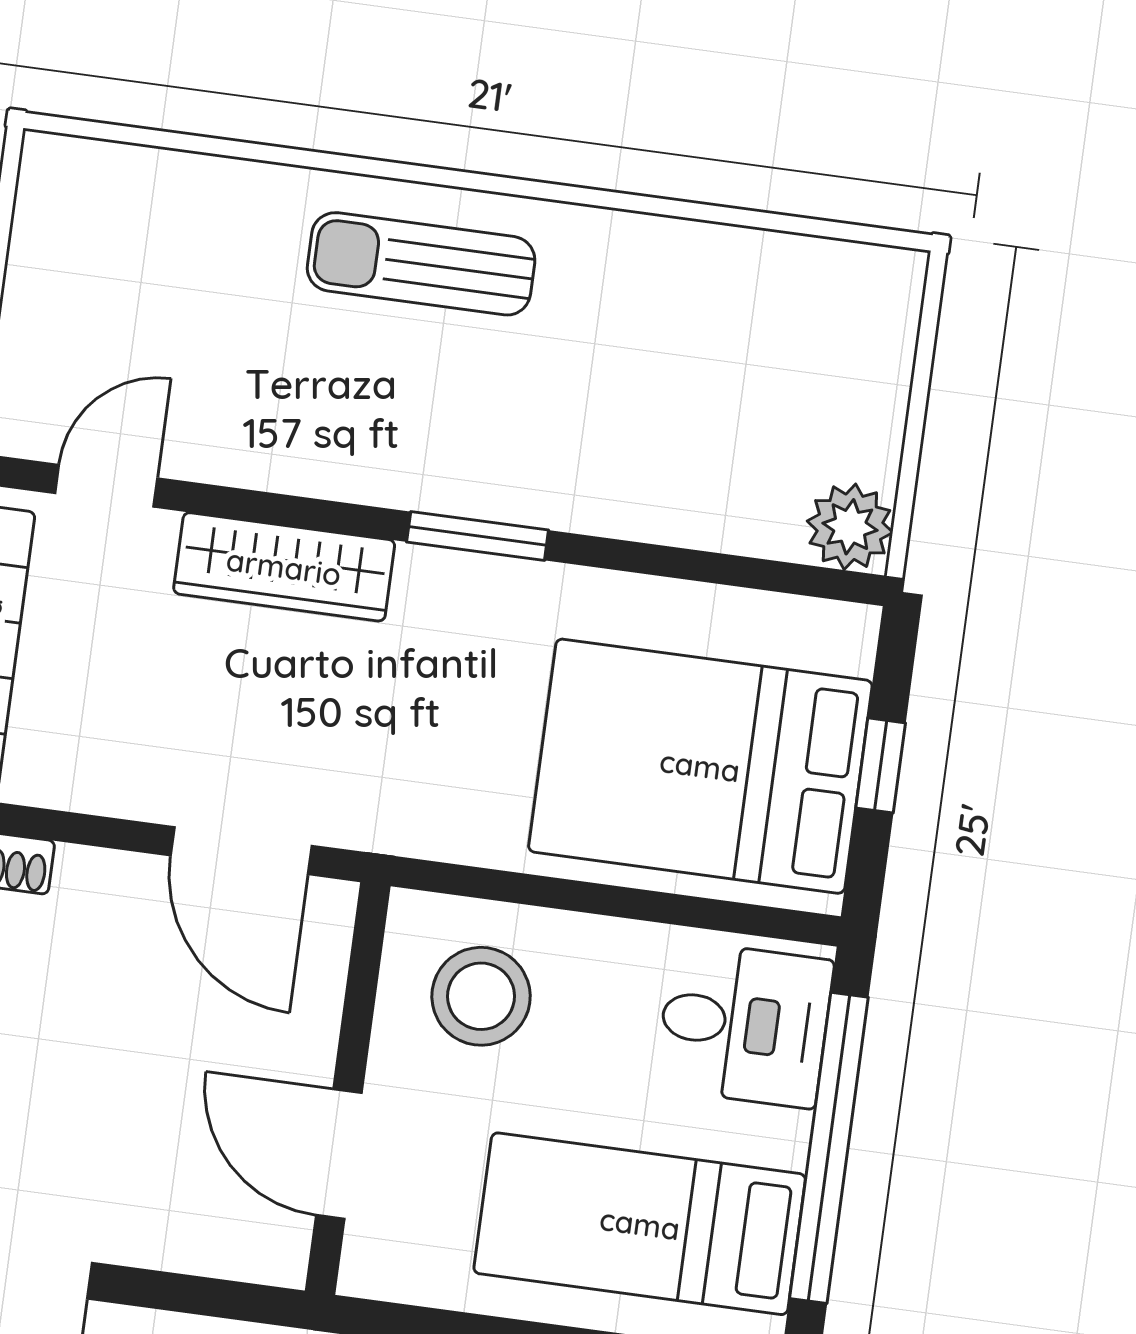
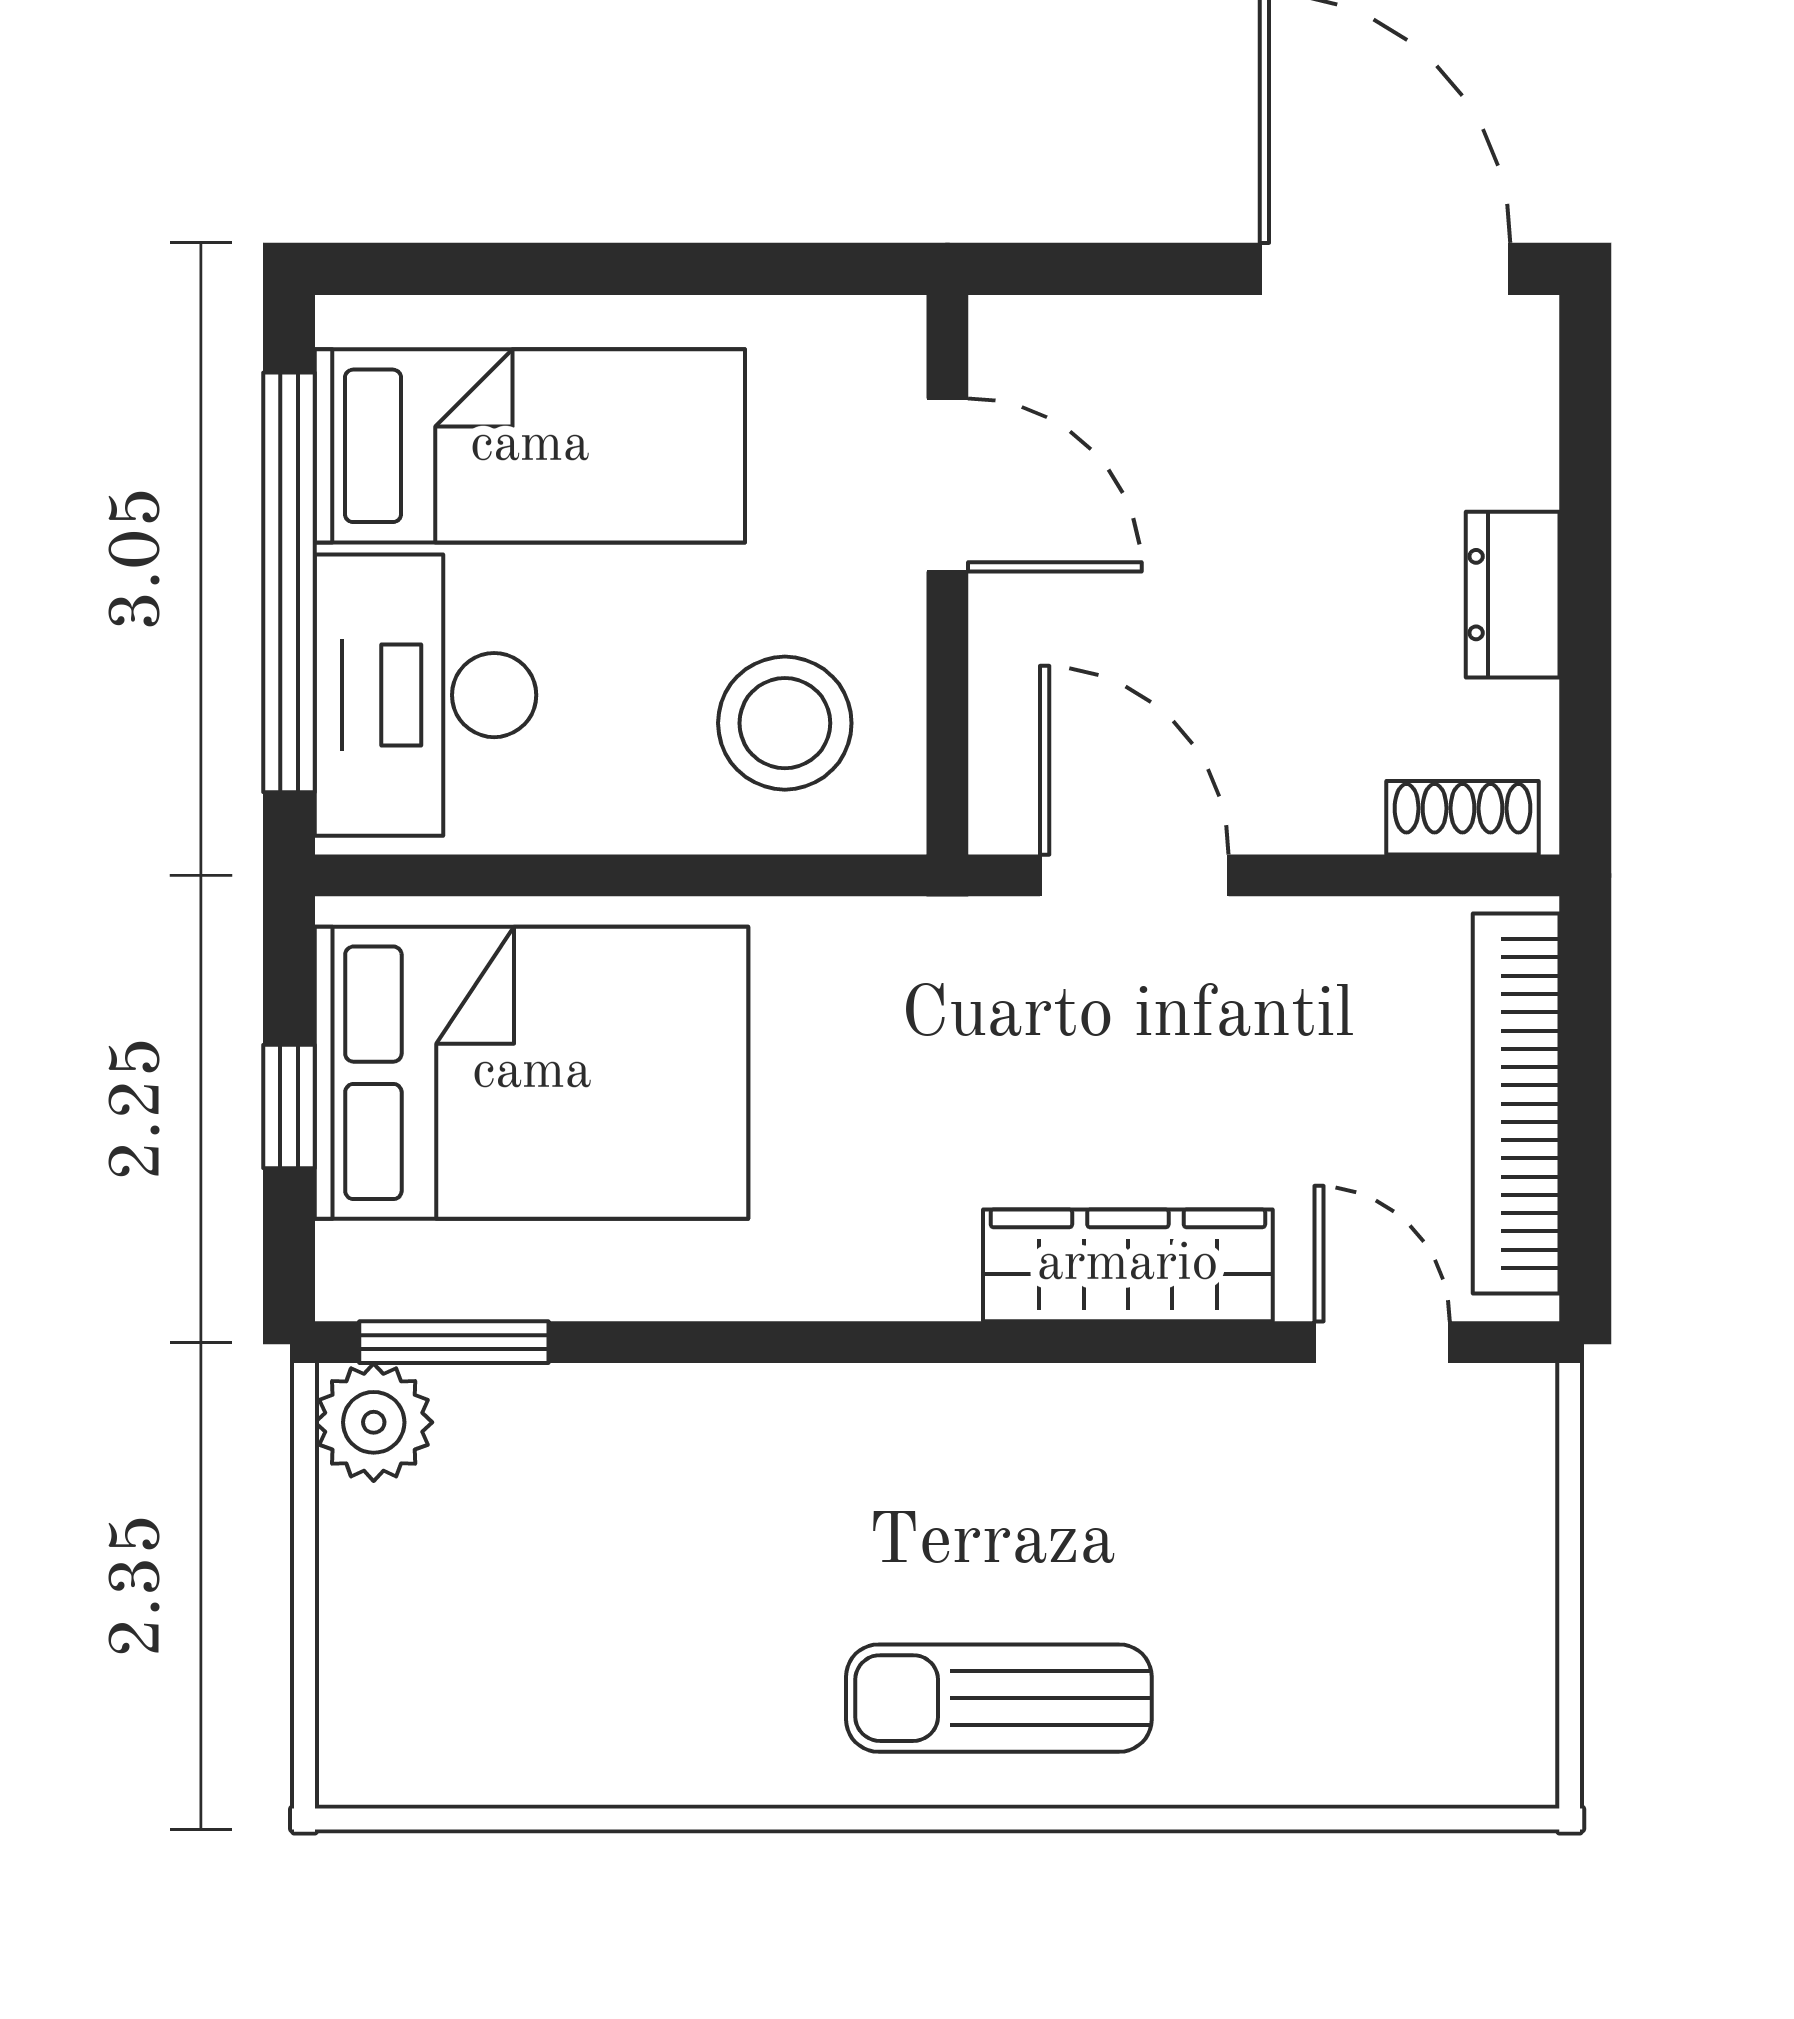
sun lounger: (421, 264) -> (999, 1698), turned 180
door: (106, 486) -> (1382, 1342), swing flipped
window: (478, 536) -> (454, 1342), moved
desk: (744, 1024) -> (426, 695), width x1.37

